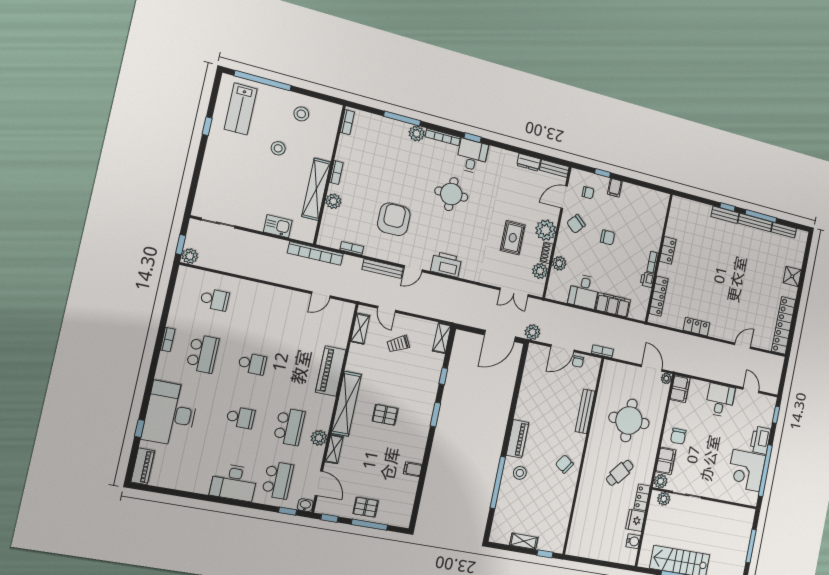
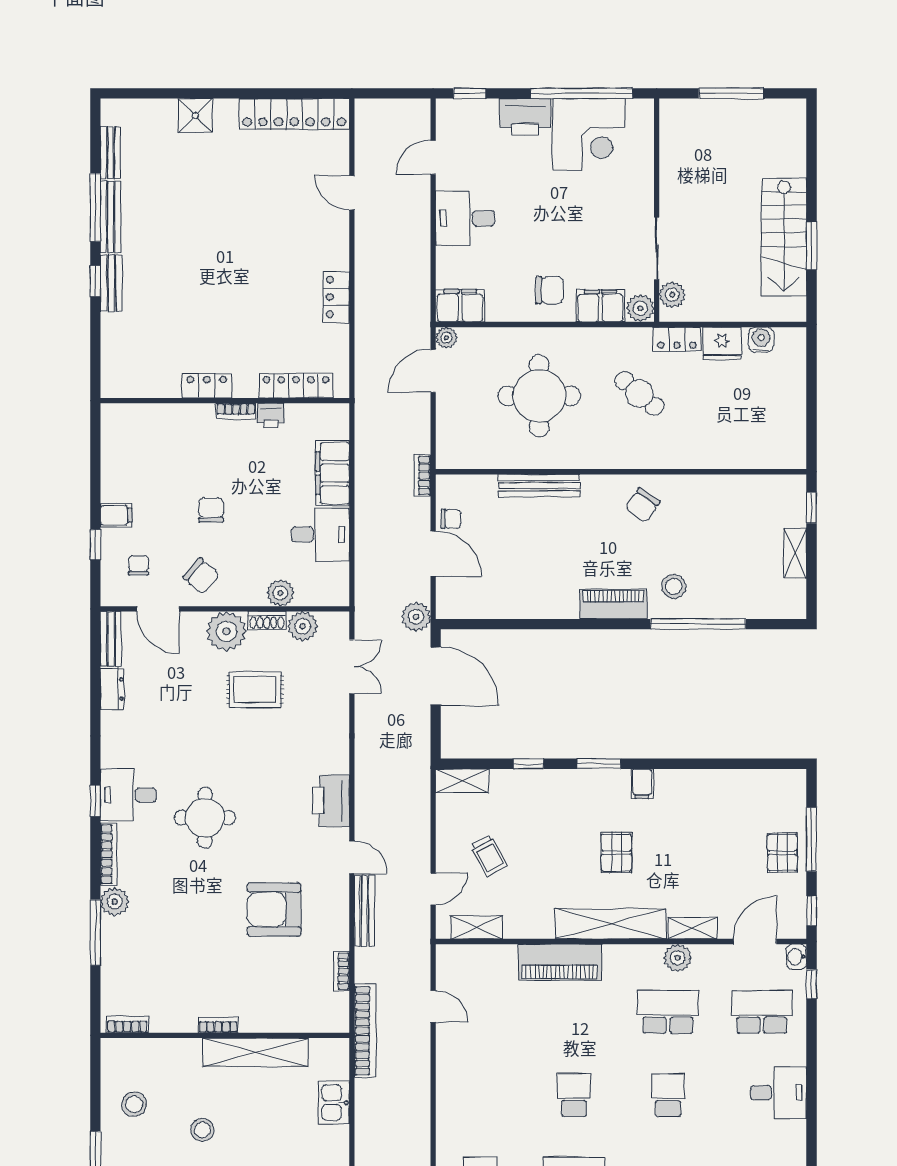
plant: (333, 201) -> (269, 1019), removed
filing cabinet: (413, 469) -> (642, 784), moved
desk: (234, 482) -> (778, 1093), width x0.73

